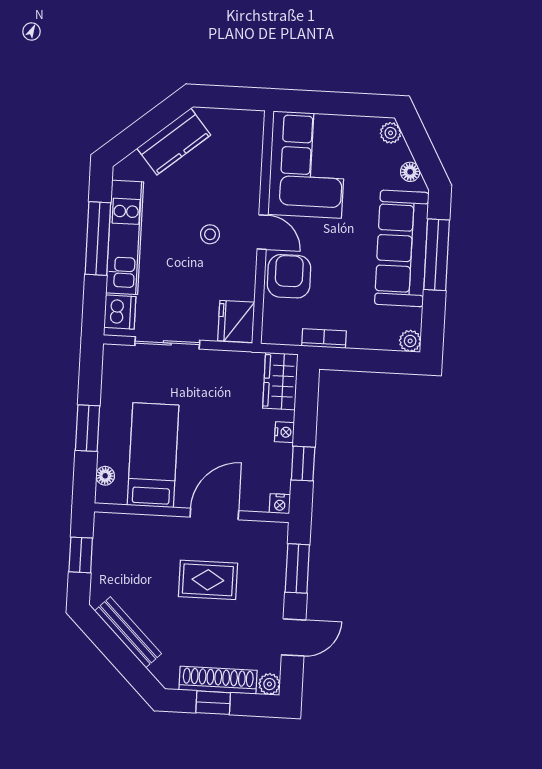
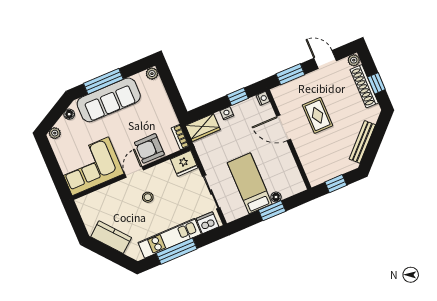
bookcase: (324, 338) -> (180, 137), moved
bed: (153, 455) -> (250, 183), moved, turned 90
floor lamp: (105, 476) -> (276, 197), moved

